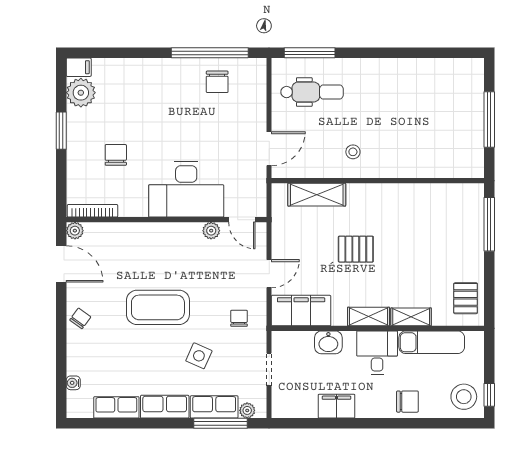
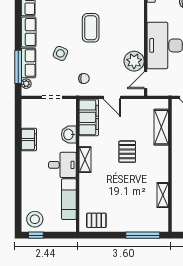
plant: (211, 231) -> (134, 61), width x1.87, depth x1.87
coffee table: (158, 307) -> (91, 28), width x0.73, depth x0.76
shelving: (411, 317) -> (163, 195), moved
chair: (407, 402) -> (32, 184), removed

